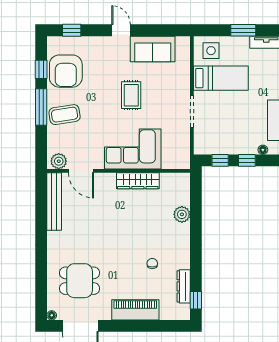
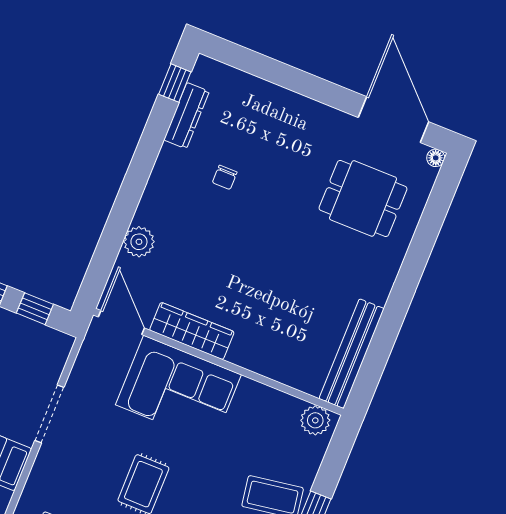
door: (81, 171) -> (121, 323), moved
piano: (135, 310) -> (287, 109), removed

